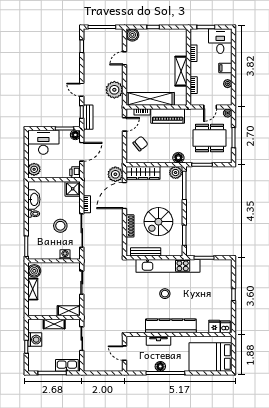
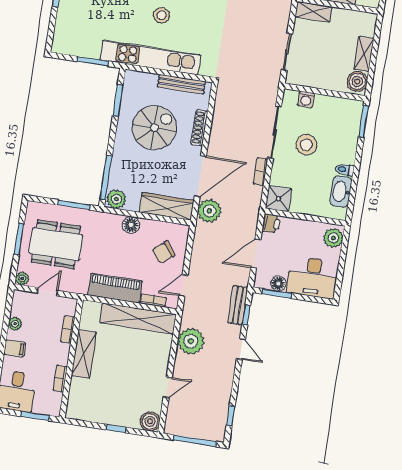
floor lamp: (75, 135) -> (278, 284), moved
floor lamp: (178, 158) -> (131, 225), moved

